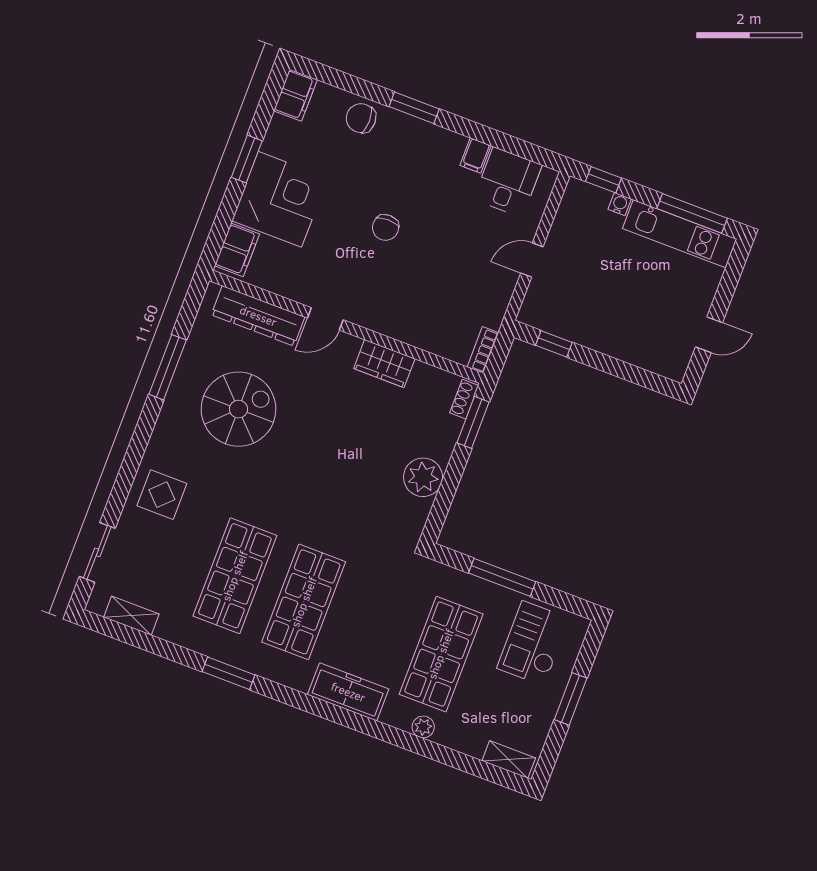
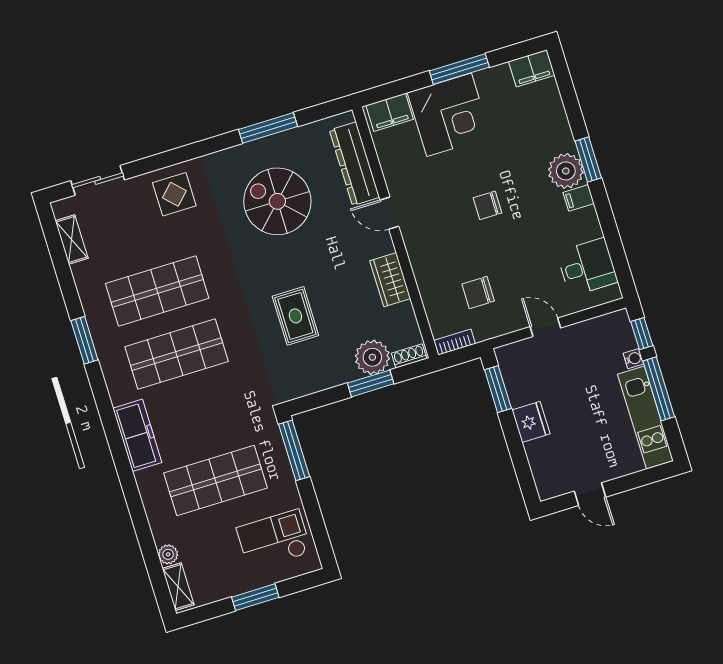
chair: (361, 118) -> (478, 293), moved, turned -90
plant: (409, 135) -> (566, 171), added
filing cabinet: (476, 156) -> (579, 198), moved
window: (247, 159) -> (459, 69), width x1.44
window: (692, 213) -> (659, 389), moved
fridge: (605, 337) -> (531, 422), added
window: (554, 344) -> (498, 389), width x1.50
spiral stairs: (238, 409) -> (277, 201), turned 180
window: (473, 422) -> (371, 383), moved
rug: (351, 471) -> (295, 316), added
plant: (423, 477) -> (372, 357), moved
window: (502, 577) -> (294, 450), moved
plant: (423, 727) -> (168, 554), moved

